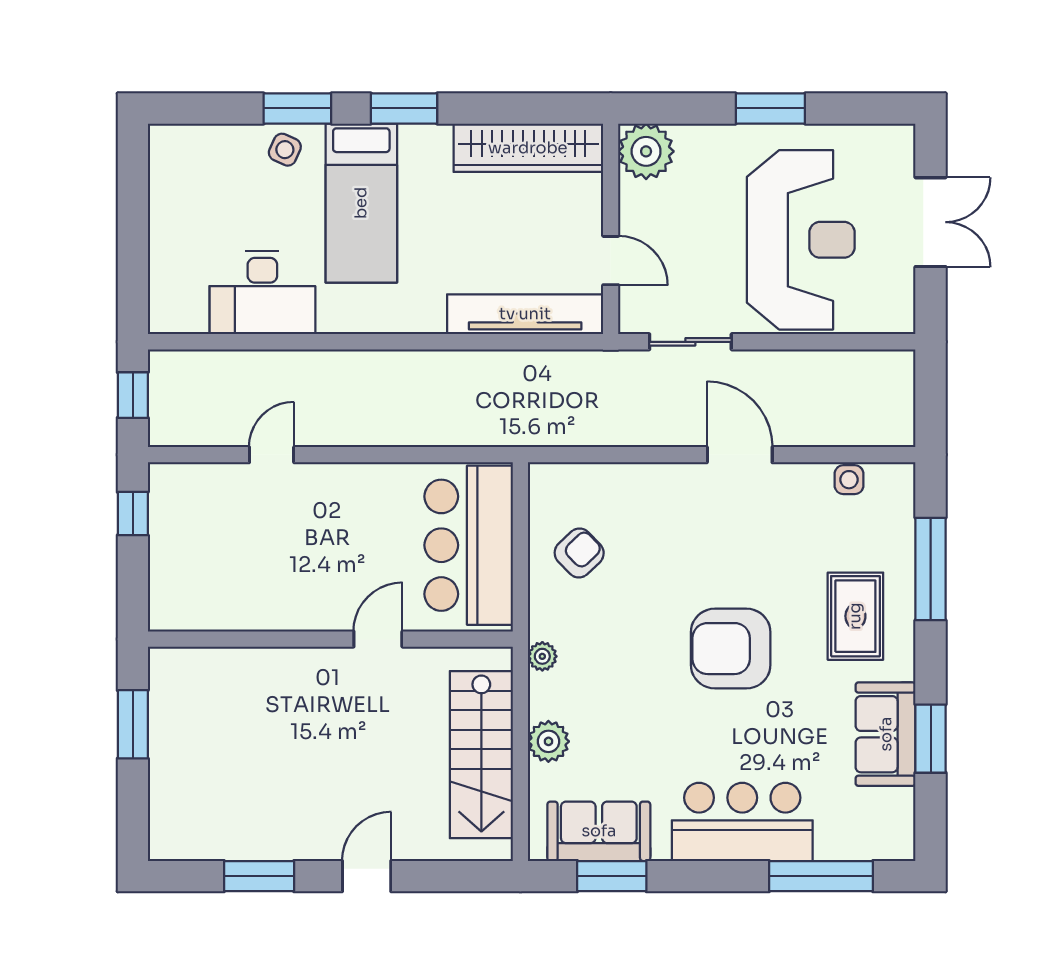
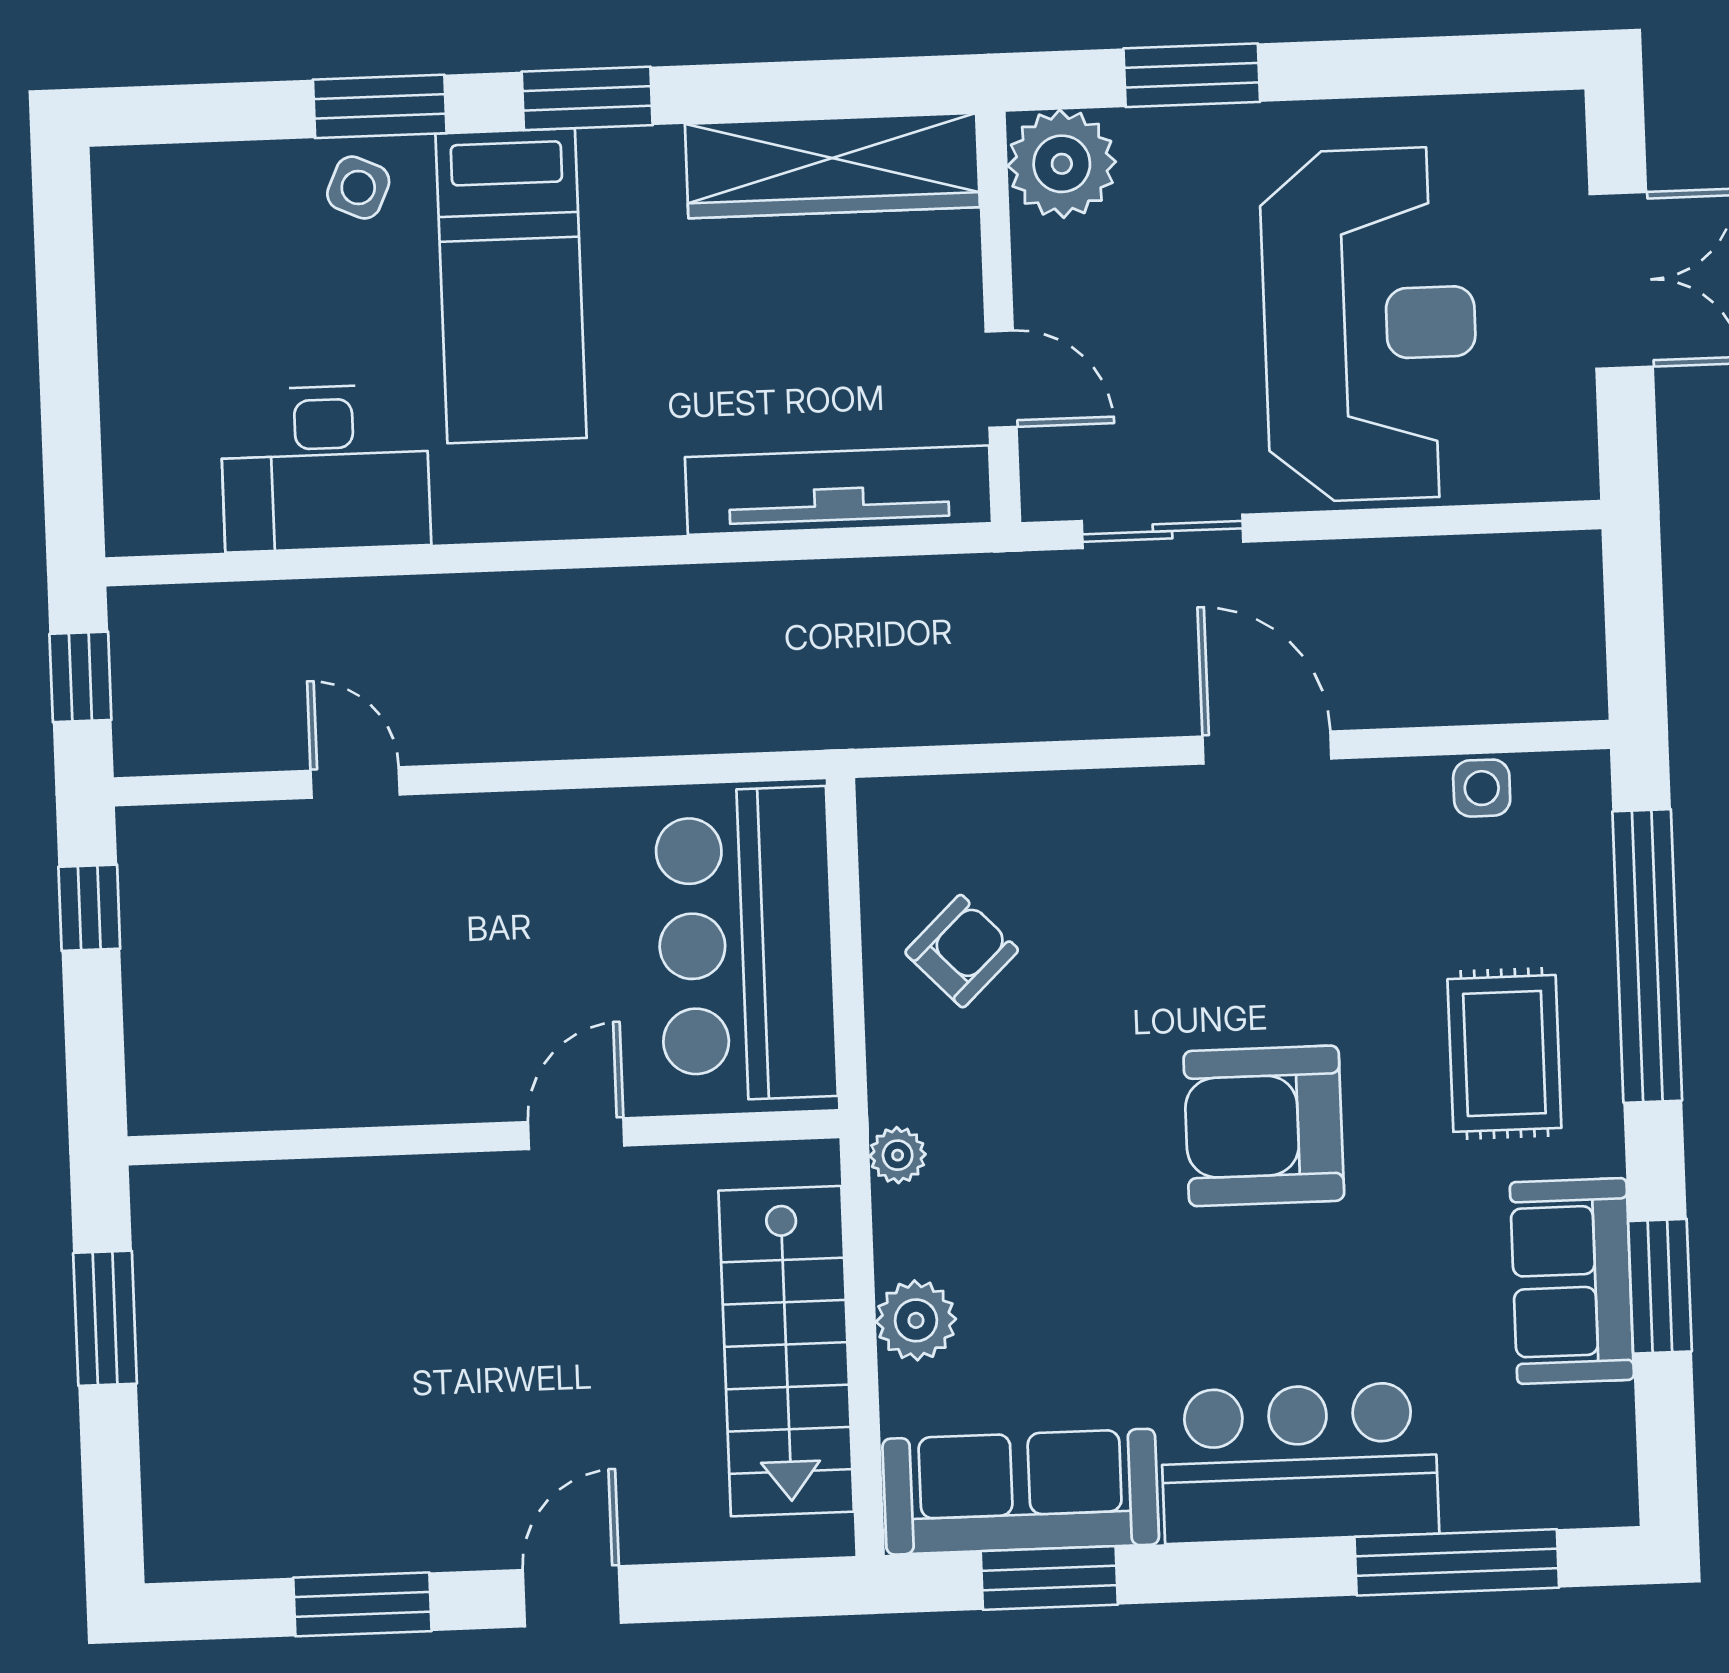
window: (770, 108) -> (1192, 75), moved
door: (272, 455) -> (355, 783), hinge flipped
window: (931, 569) -> (1647, 956), width x1.46
sofa: (599, 831) -> (1021, 1492), width x1.36

